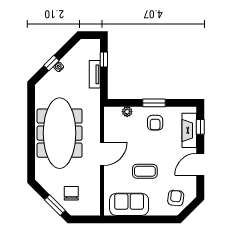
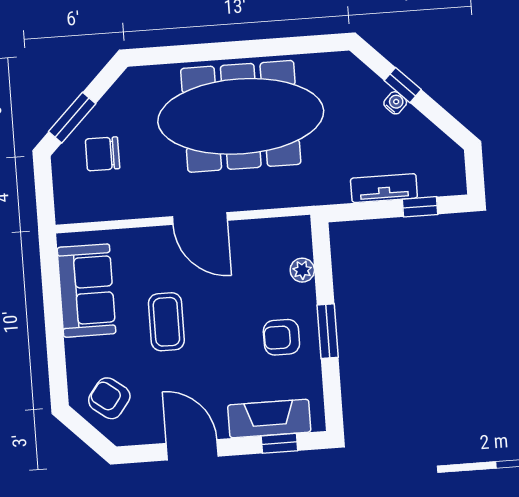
chair: (71, 193) -> (103, 154), turned 180
armchair: (176, 198) -> (109, 398), turned -150

